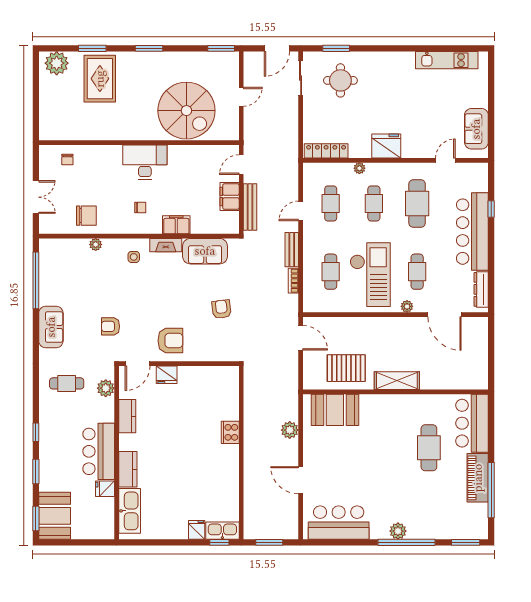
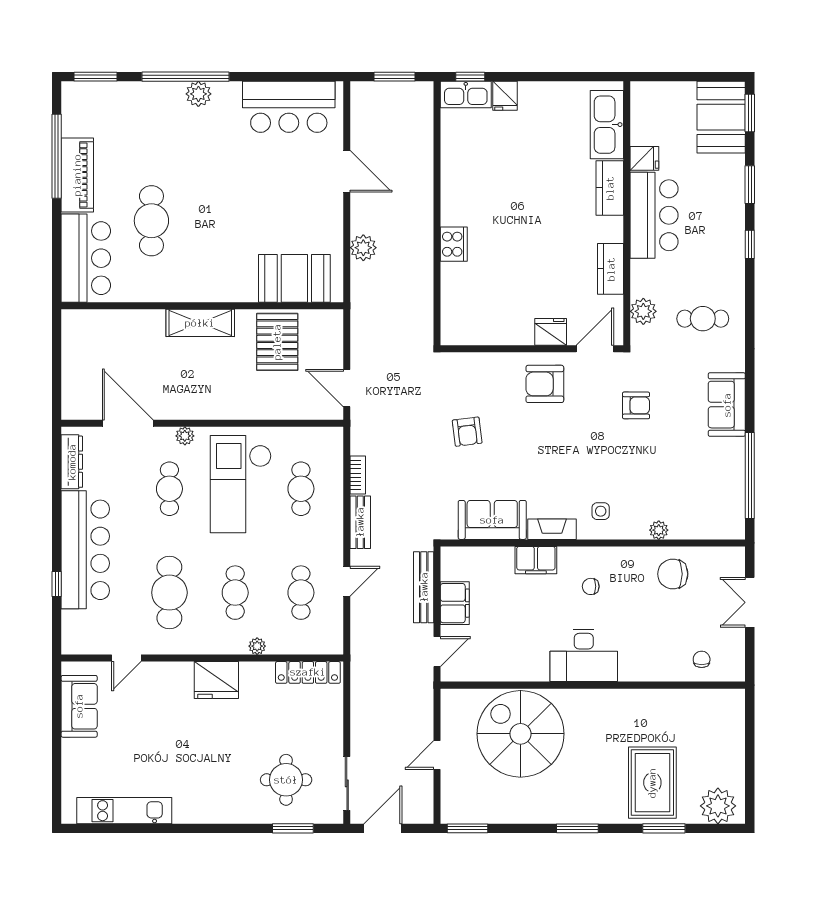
pallet: (346, 368) -> (277, 342), turned 90

